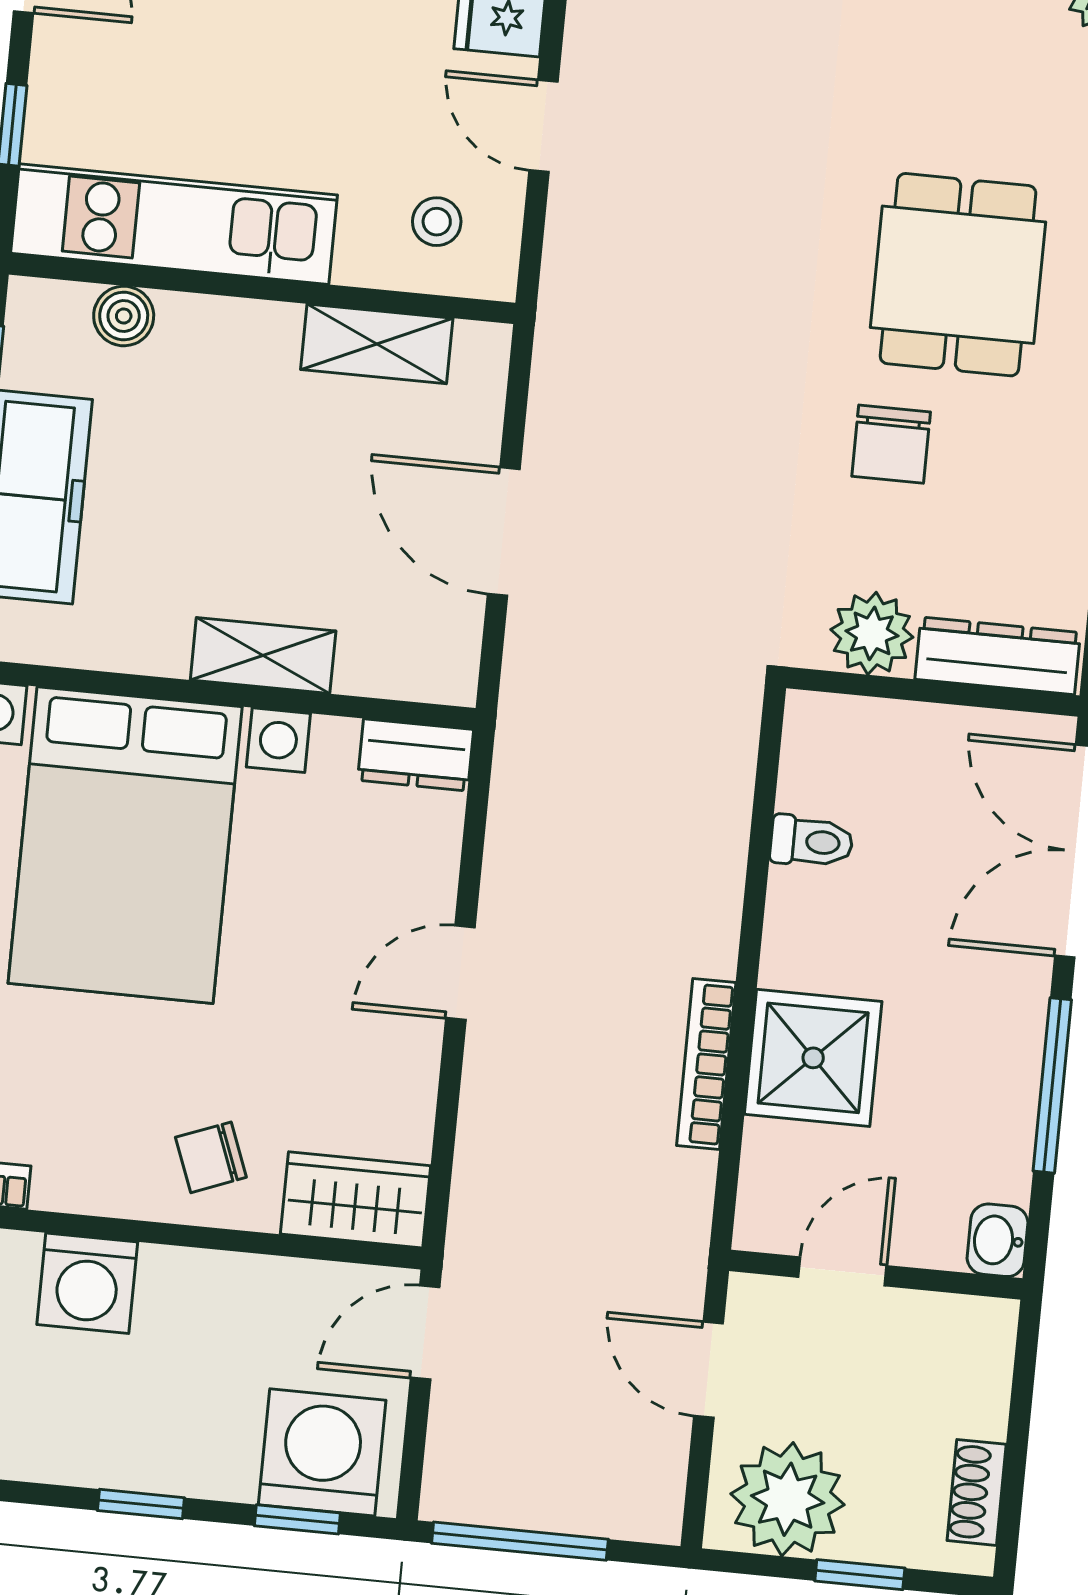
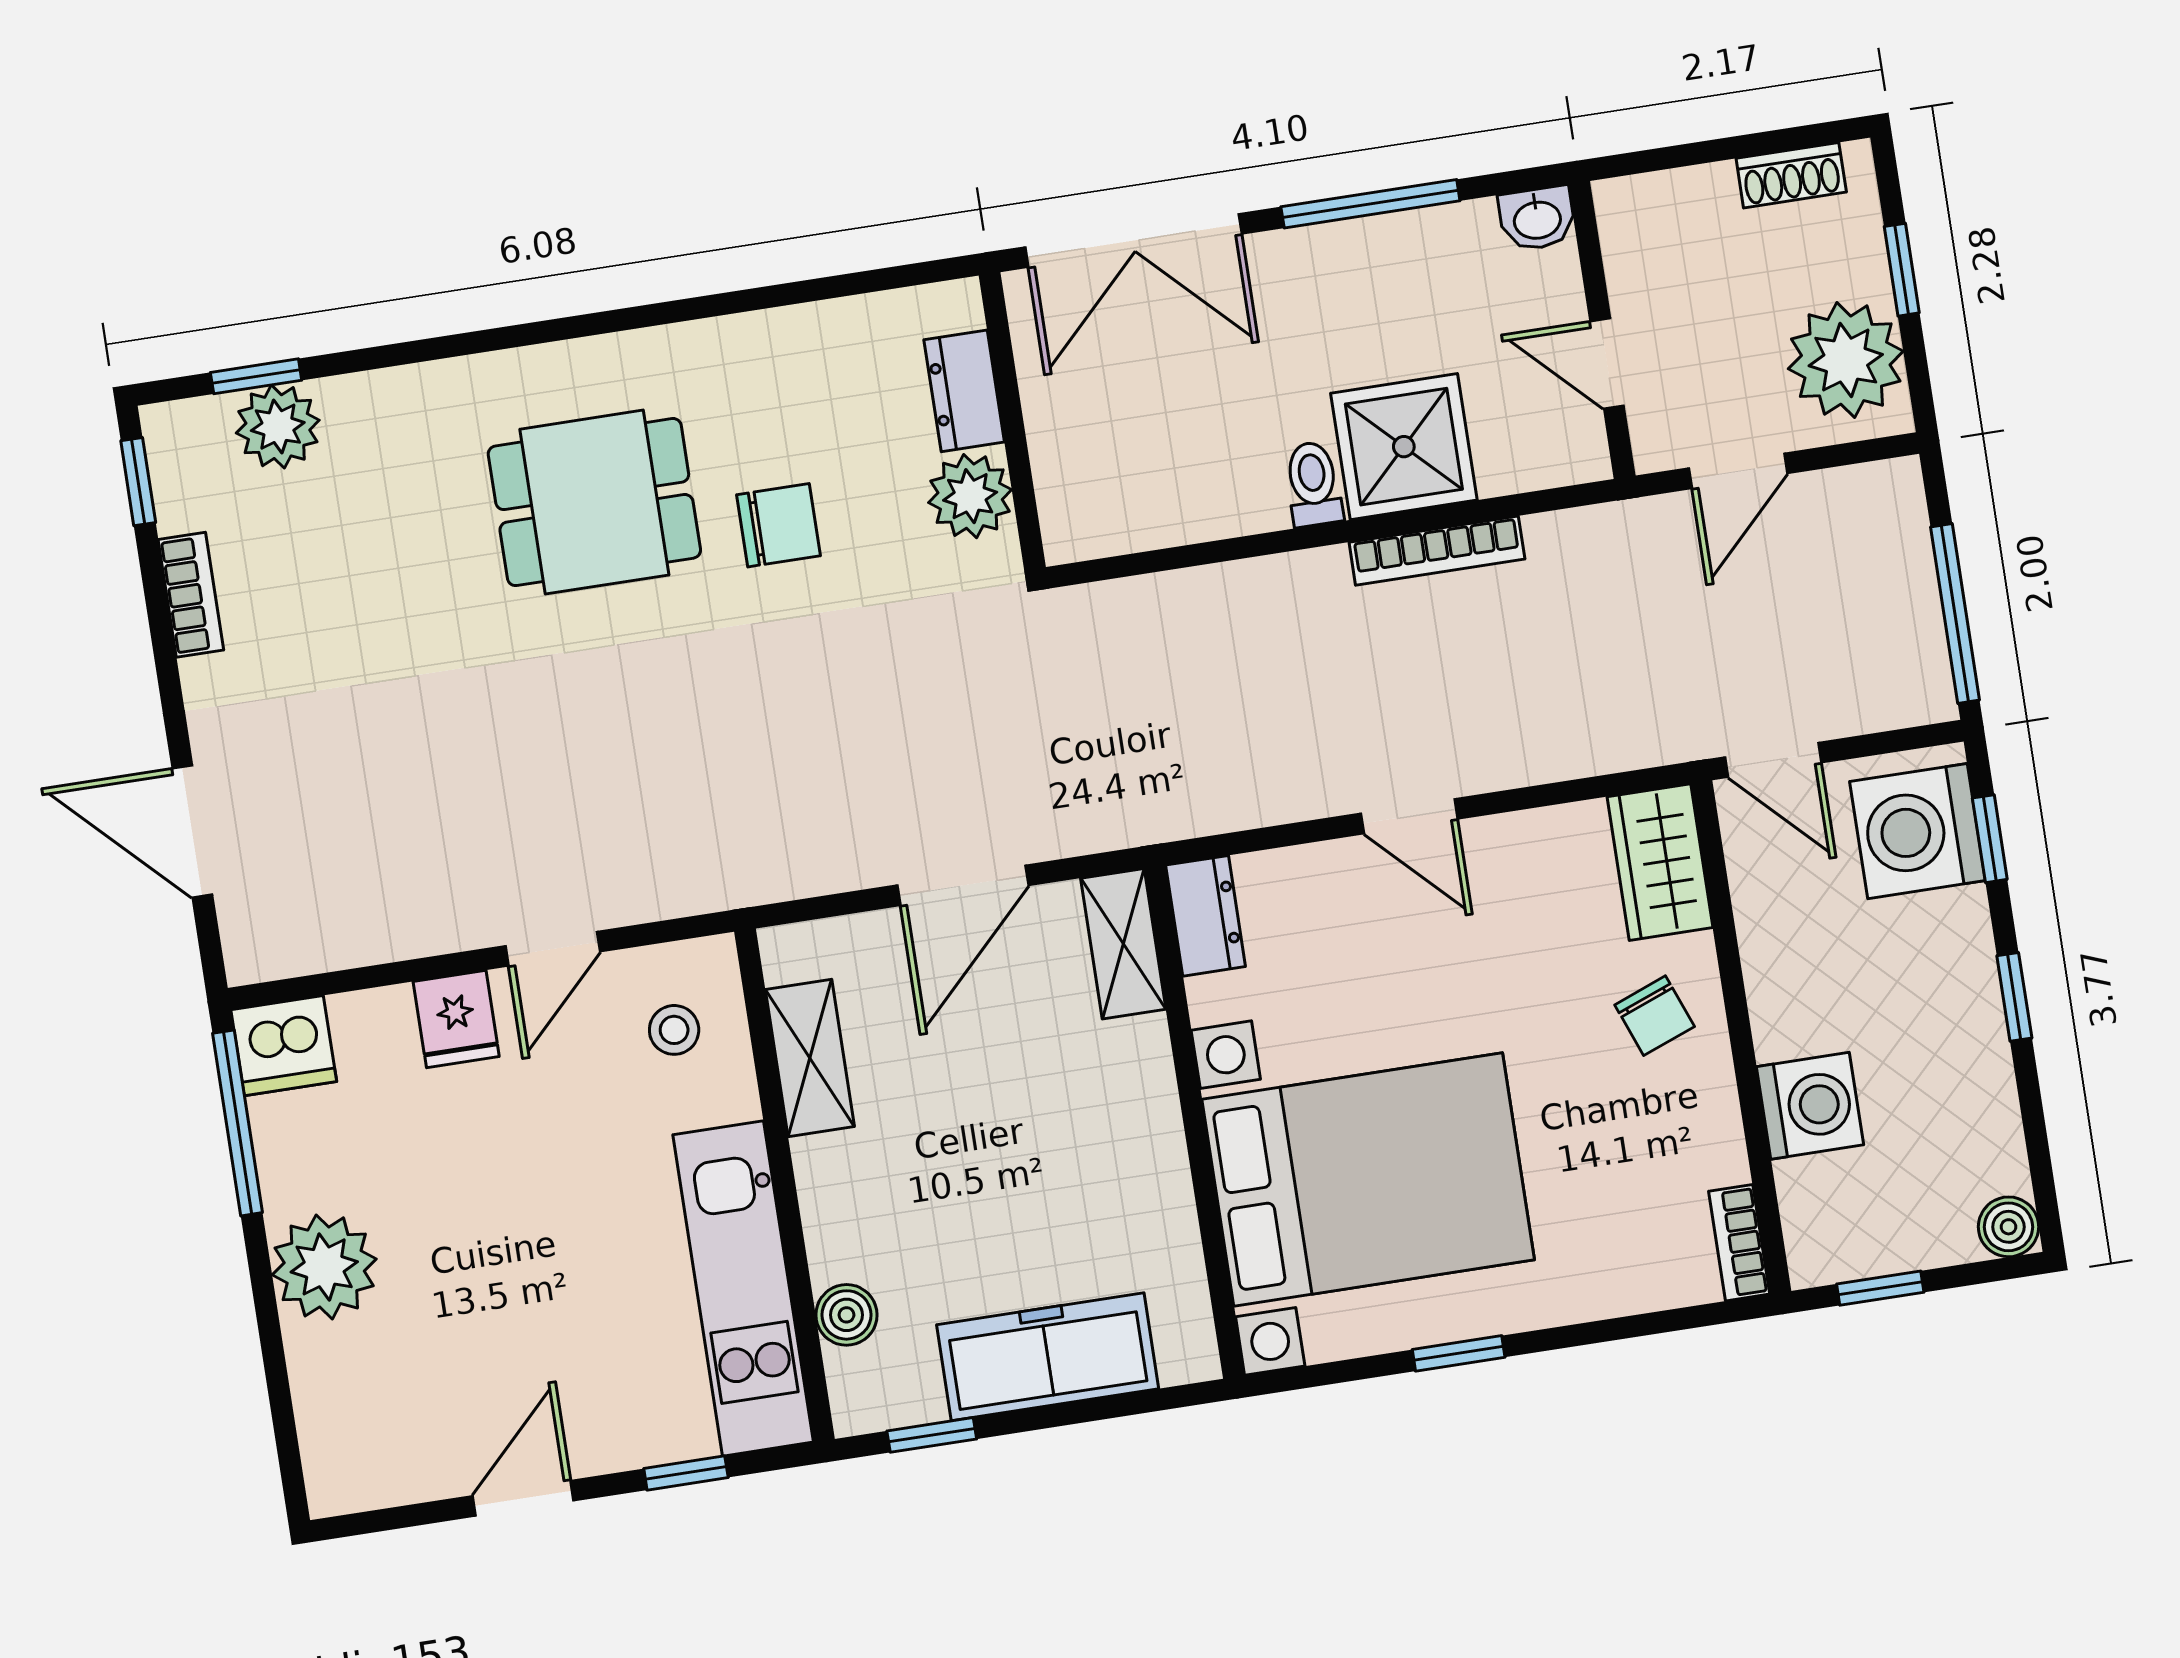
shelving: (263, 655) -> (1123, 944), moved
dresser: (998, 656) -> (964, 391), width x0.70
toilet: (812, 841) -> (1313, 484), moved

